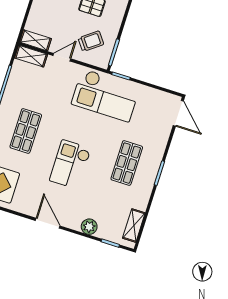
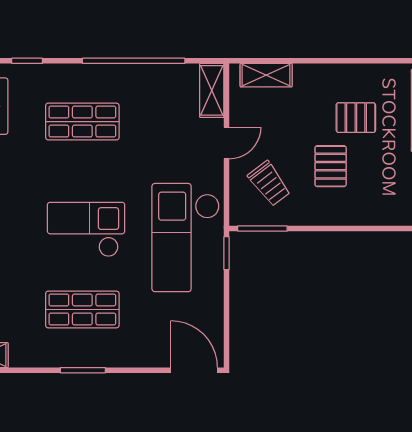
shelving: (35, 40) -> (266, 75), moved, turned 90
door: (62, 57) -> (227, 143), hinge flipped
door: (178, 113) -> (194, 370), swing flipped
checkout: (70, 164) -> (86, 229), moved

